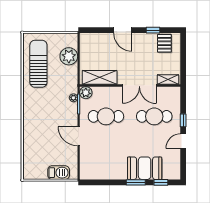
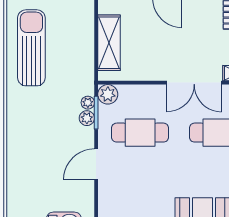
plant: (69, 56) -> (87, 118), moved, width x0.53, depth x0.53
shelving: (100, 77) -> (109, 43), moved, turned 90
door: (79, 136) -> (96, 164), hinge flipped

